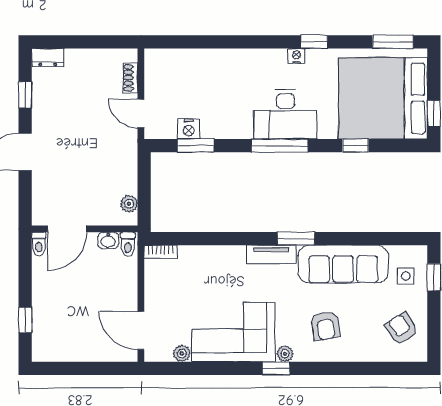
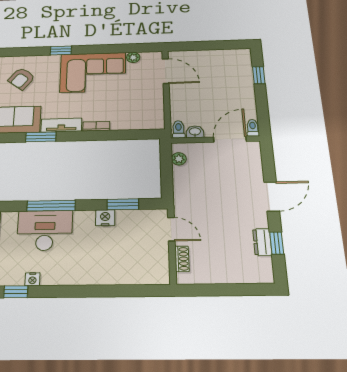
dresser: (48, 57) -> (262, 242), moved, turned -90
nightstand: (189, 129) -> (105, 218), moved
bookcase: (161, 252) -> (96, 126), moved
armchair: (325, 326) -> (22, 79), turned -133
plant: (285, 354) -> (54, 60), removed

